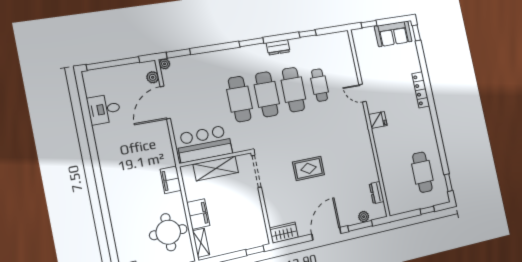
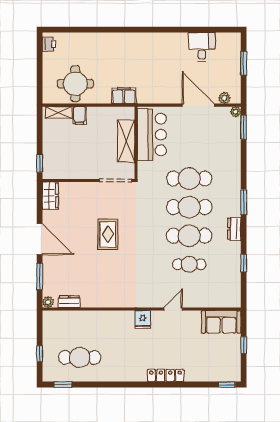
window: (369, 24) -> (244, 345), moved
sofa: (393, 34) -> (221, 322), moved, turned -90
window: (113, 63) -> (244, 63), width x0.47
filing cabinet: (198, 214) -> (80, 115), width x0.50
plant: (364, 217) -> (48, 302), moved

